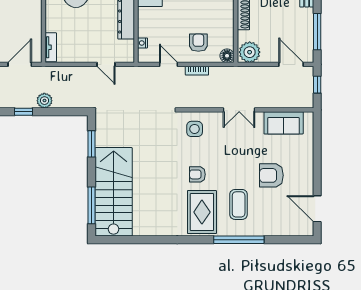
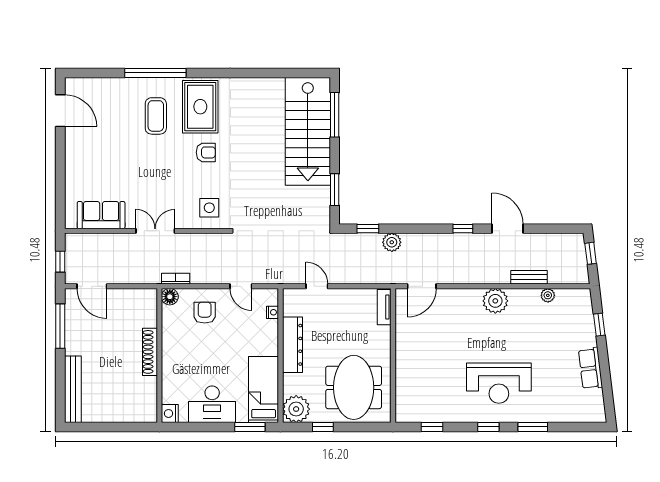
armchair: (198, 43) -> (205, 313), turned 180
plant: (250, 52) -> (142, 301), removed
bookcase: (197, 71) -> (176, 279), moved
window: (24, 112) -> (368, 229), moved
armchair: (271, 175) -> (116, 151), removed

